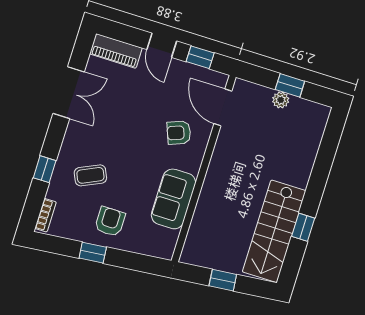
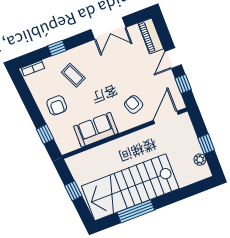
plant: (281, 100) -> (200, 160), moved
armchair: (110, 222) -> (57, 105), turned 90
window: (303, 227) -> (136, 211), width x2.17
stairs: (274, 231) -> (130, 187), width x1.36, depth x1.51
window: (93, 253) -> (45, 134), moved

